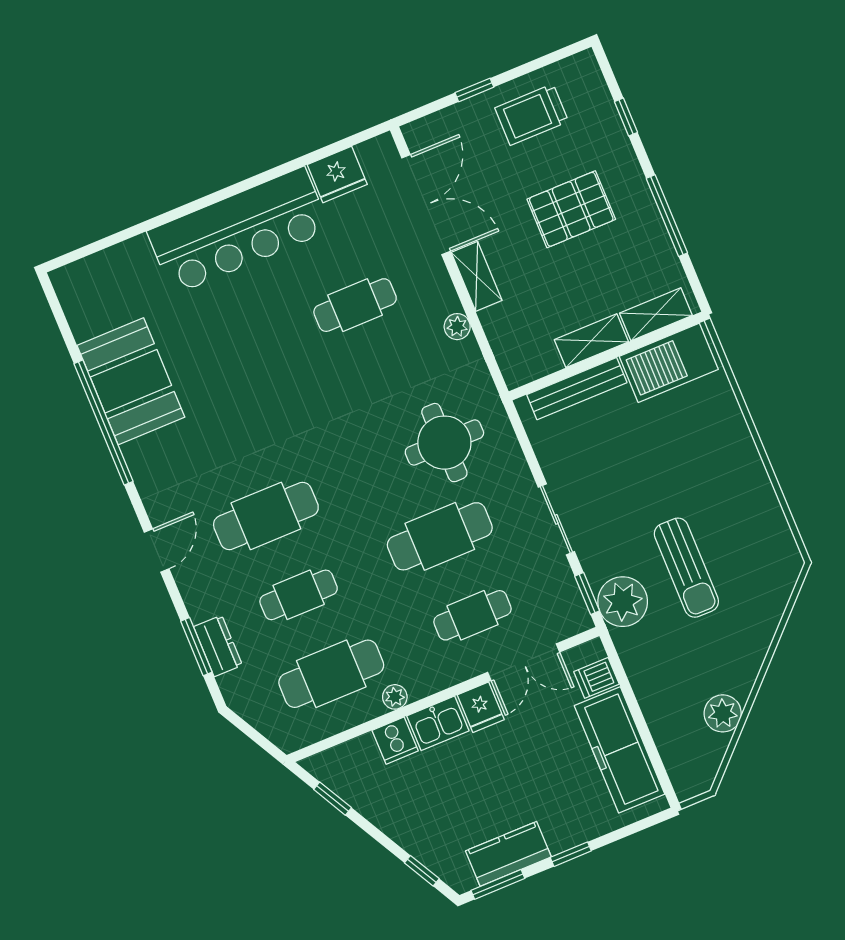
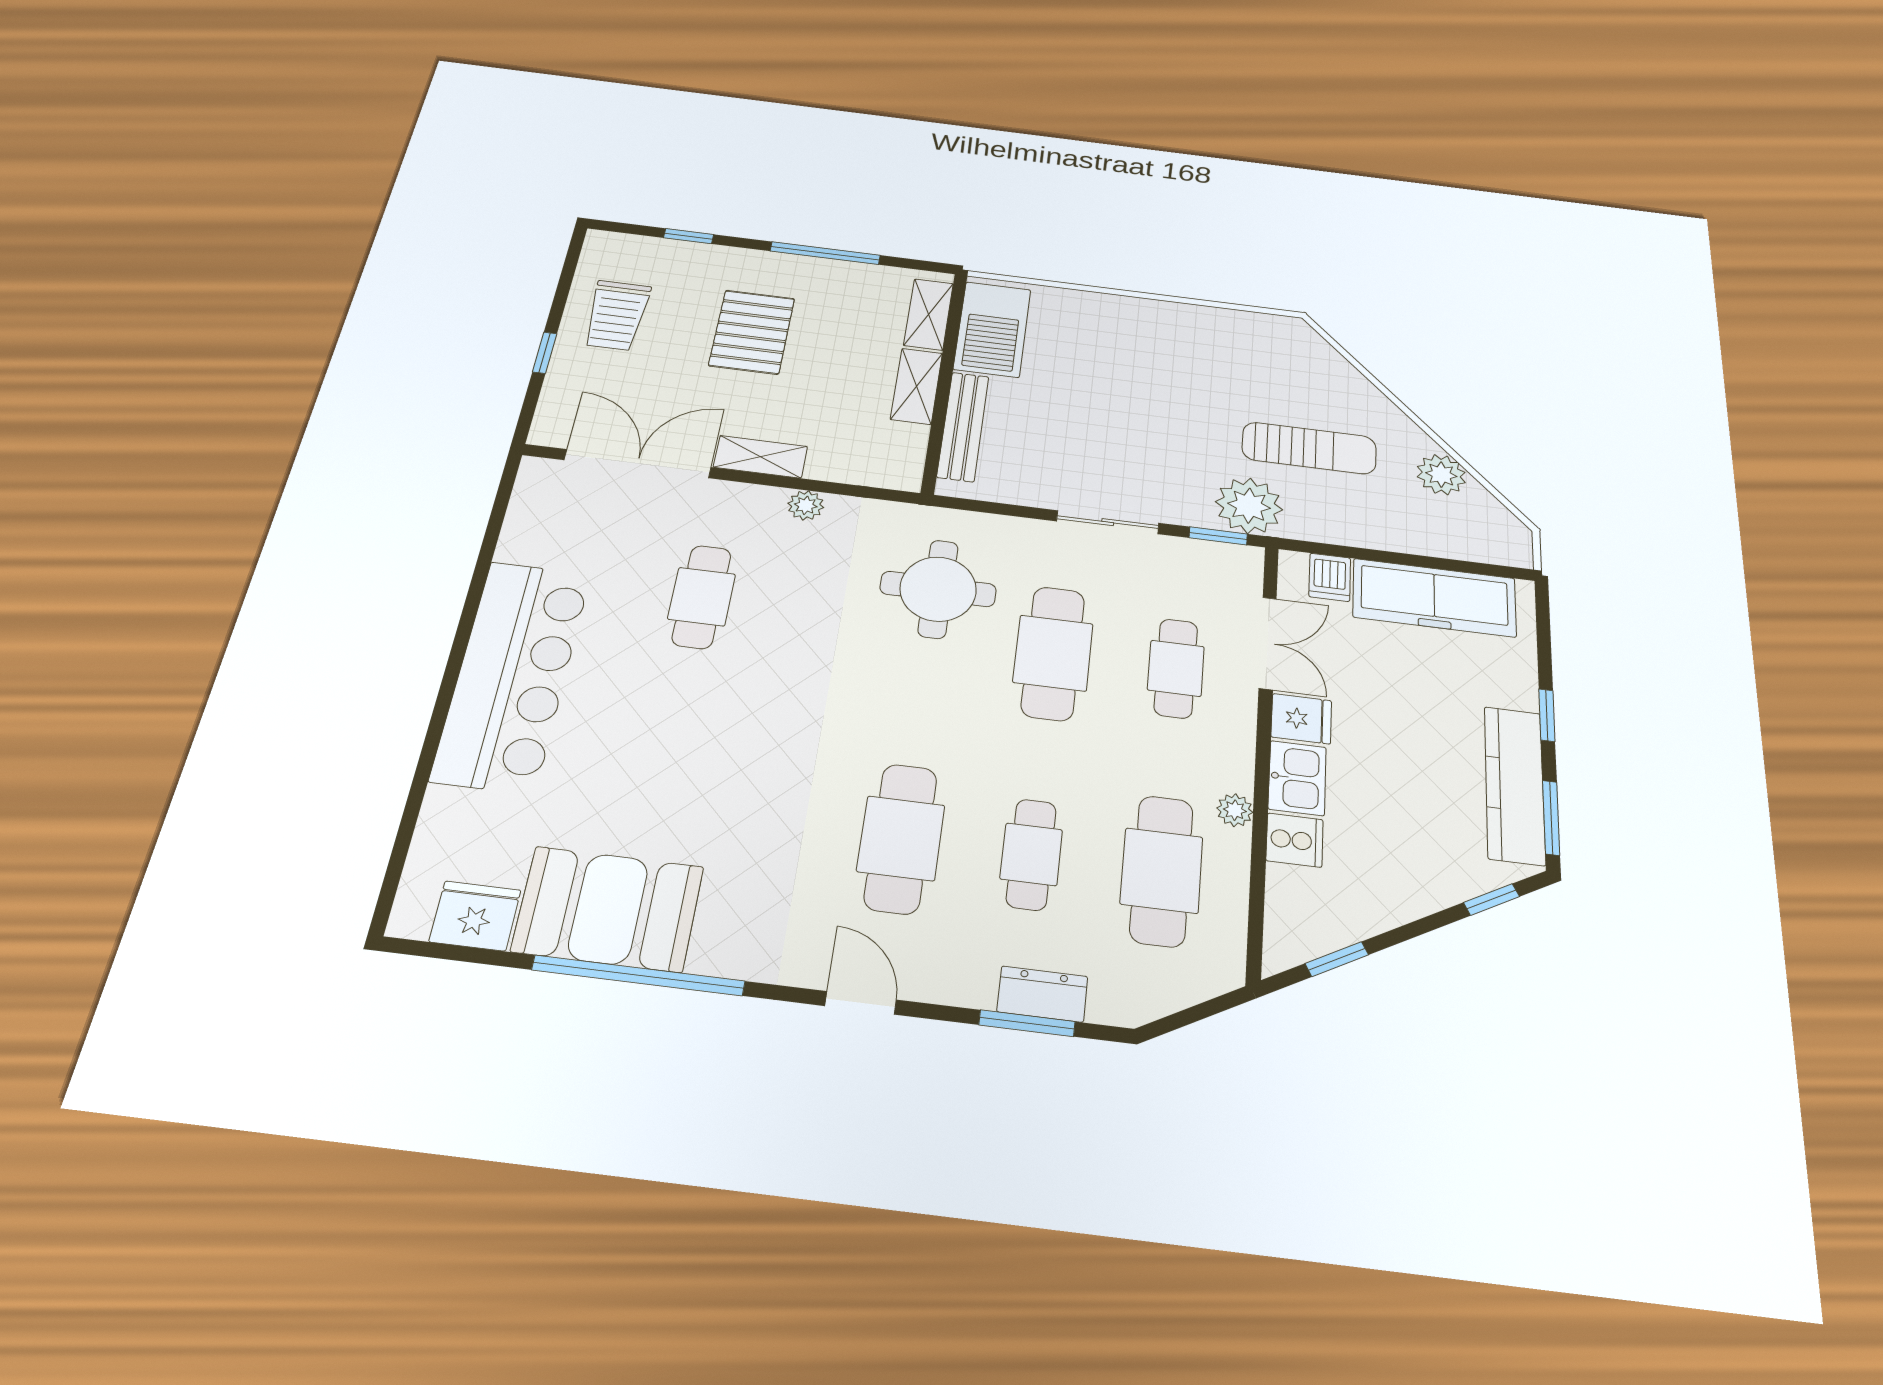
fridge: (337, 175) -> (475, 916), moved, turned -90
sun lounger: (686, 568) -> (1309, 448), moved
kitchen counter: (508, 854) -> (1515, 785), width x1.50

